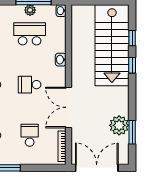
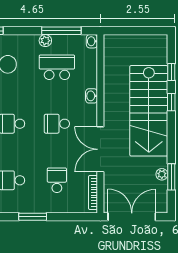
plant: (30, 10) -> (45, 41), moved
stairs: (112, 45) -> (149, 111), moved
plant: (119, 125) -> (162, 174), width x0.53, depth x0.53

